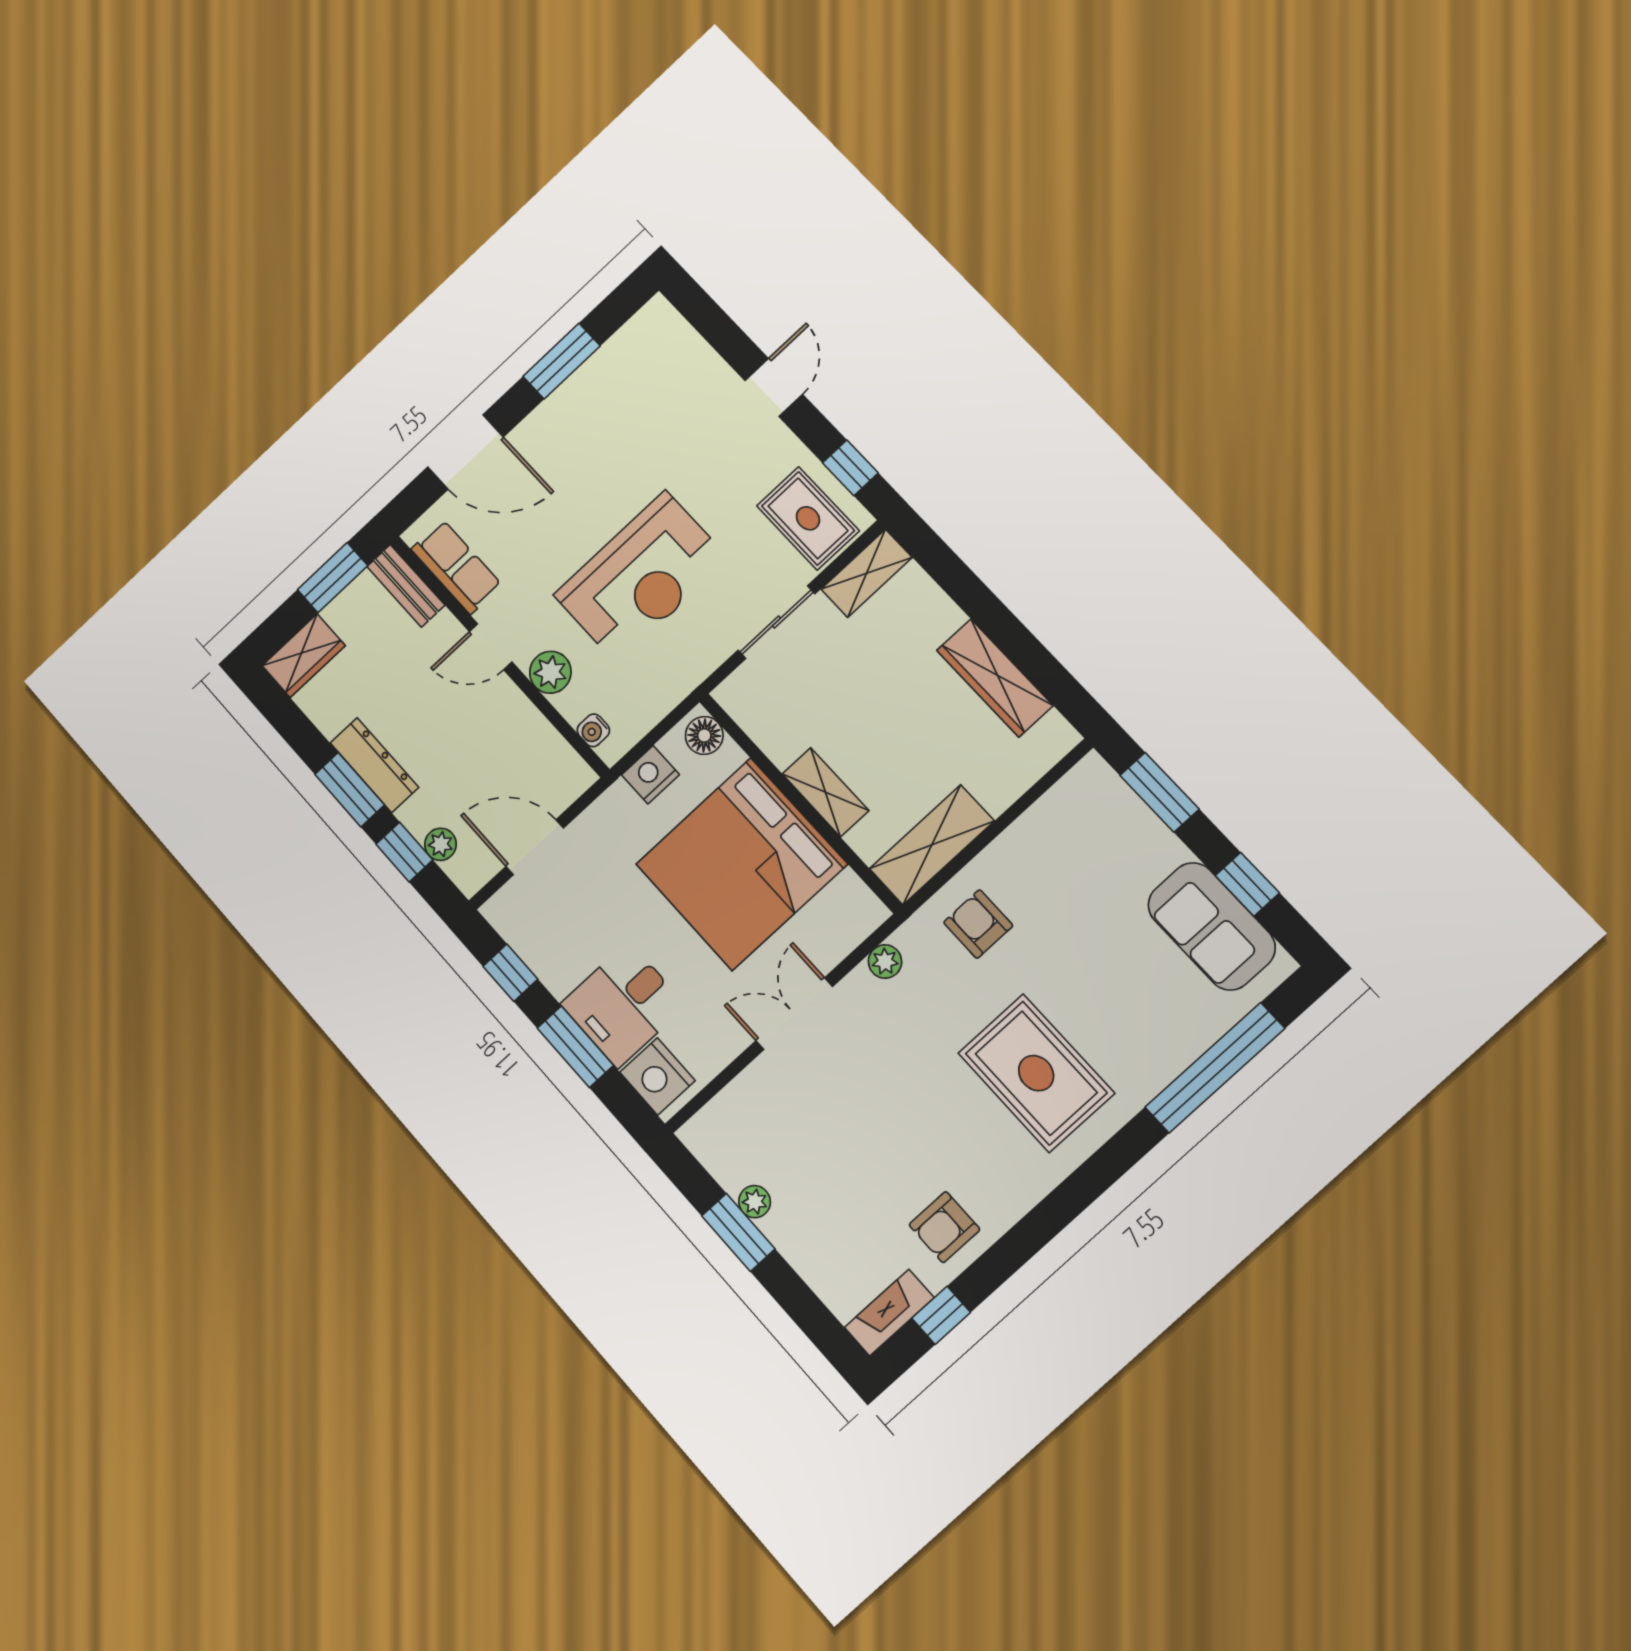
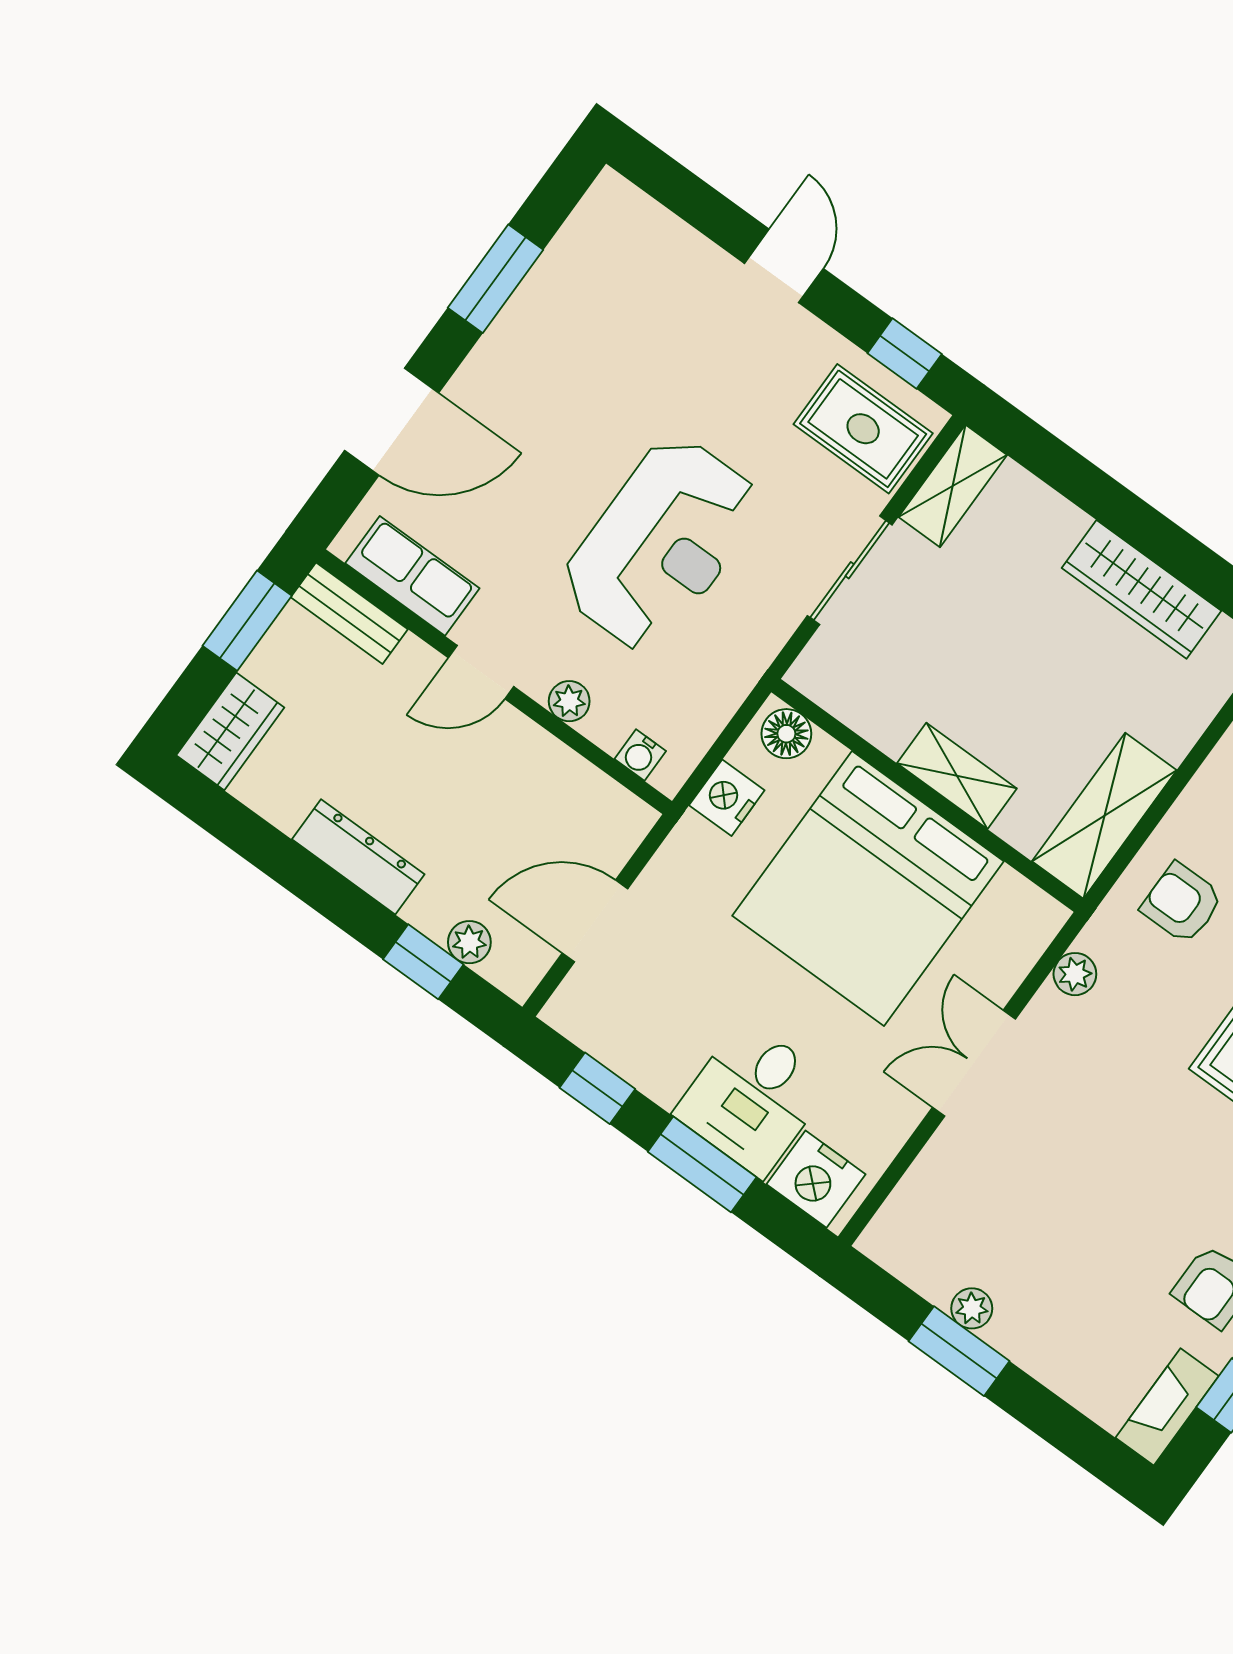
plant: (550, 672) -> (569, 701), width x0.73, depth x0.73
window: (350, 790) -> (332, 895), removed

